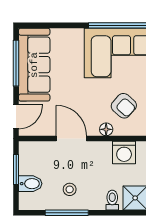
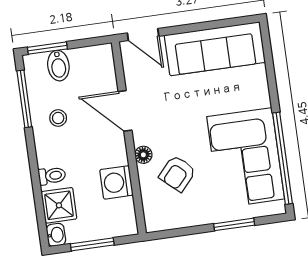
window: (16, 63) -> (213, 25), removed
door: (71, 138) -> (125, 111), swing flipped
window: (16, 169) -> (47, 48), moved
window: (67, 213) -> (24, 99), moved

